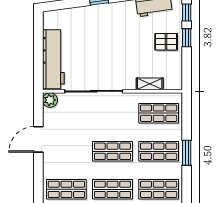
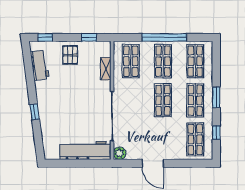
window: (187, 38) -> (89, 37), moved
window: (187, 153) -> (164, 37), width x2.11

